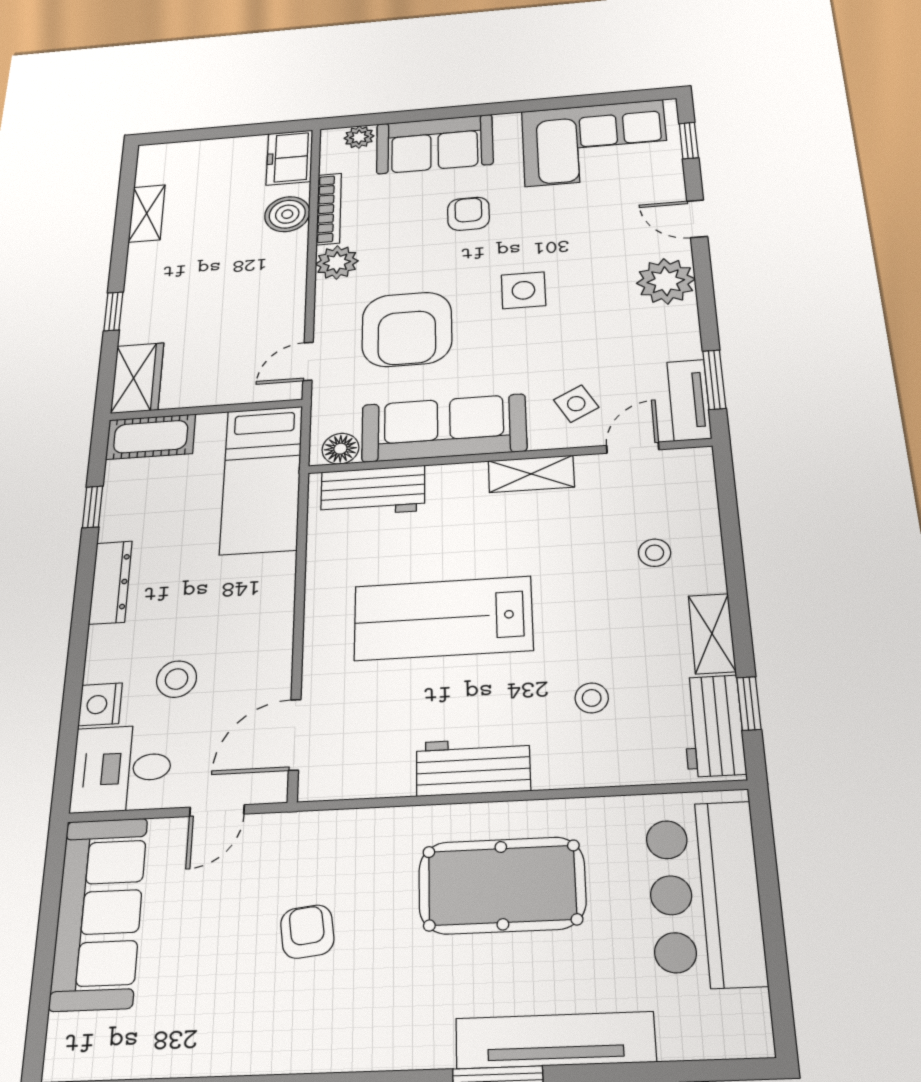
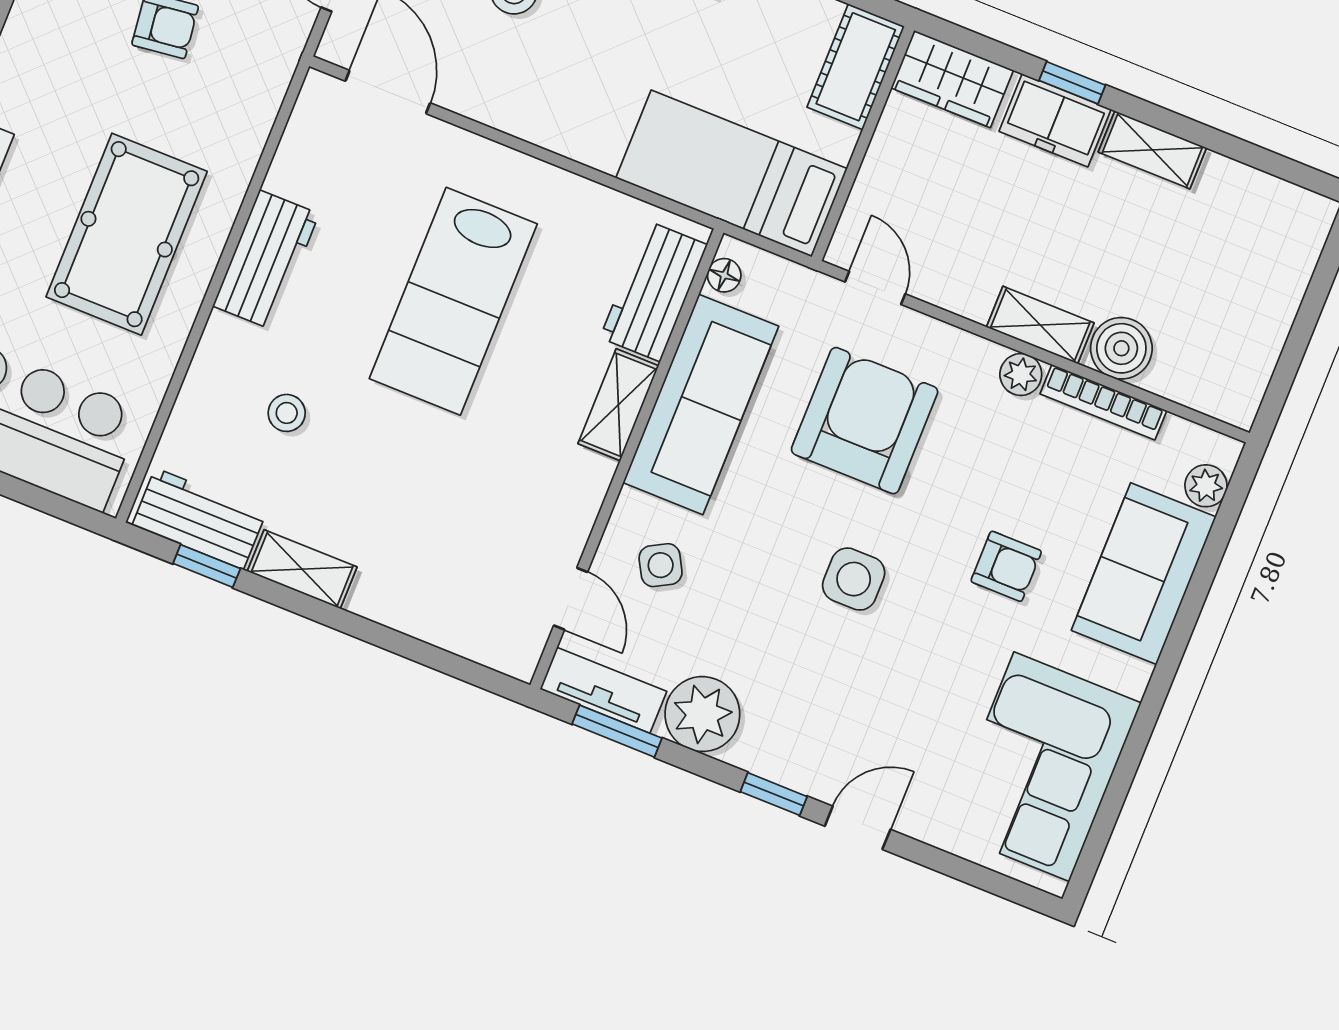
window: (689, 141) -> (774, 794), moved
freezer: (290, 157) -> (1055, 120), moved, turned 180
shelving: (147, 213) -> (1152, 150), moved
shelving: (291, 262) -> (1040, 325), added
plant: (337, 262) -> (1021, 374), width x0.73, depth x0.73
plant: (666, 281) -> (702, 714), moved
armchair: (407, 329) -> (865, 421), turned 90
floor lamp: (340, 449) -> (724, 275), width x0.73, depth x0.73
shelving: (531, 474) -> (618, 405), moved
stool: (655, 553) -> (426, 558), removed
lab bench: (443, 618) -> (453, 301), turned 180

